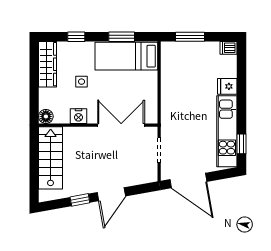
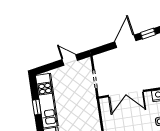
window: (242, 144) -> (37, 107), moved
door: (188, 180) -> (70, 60), width x0.53

